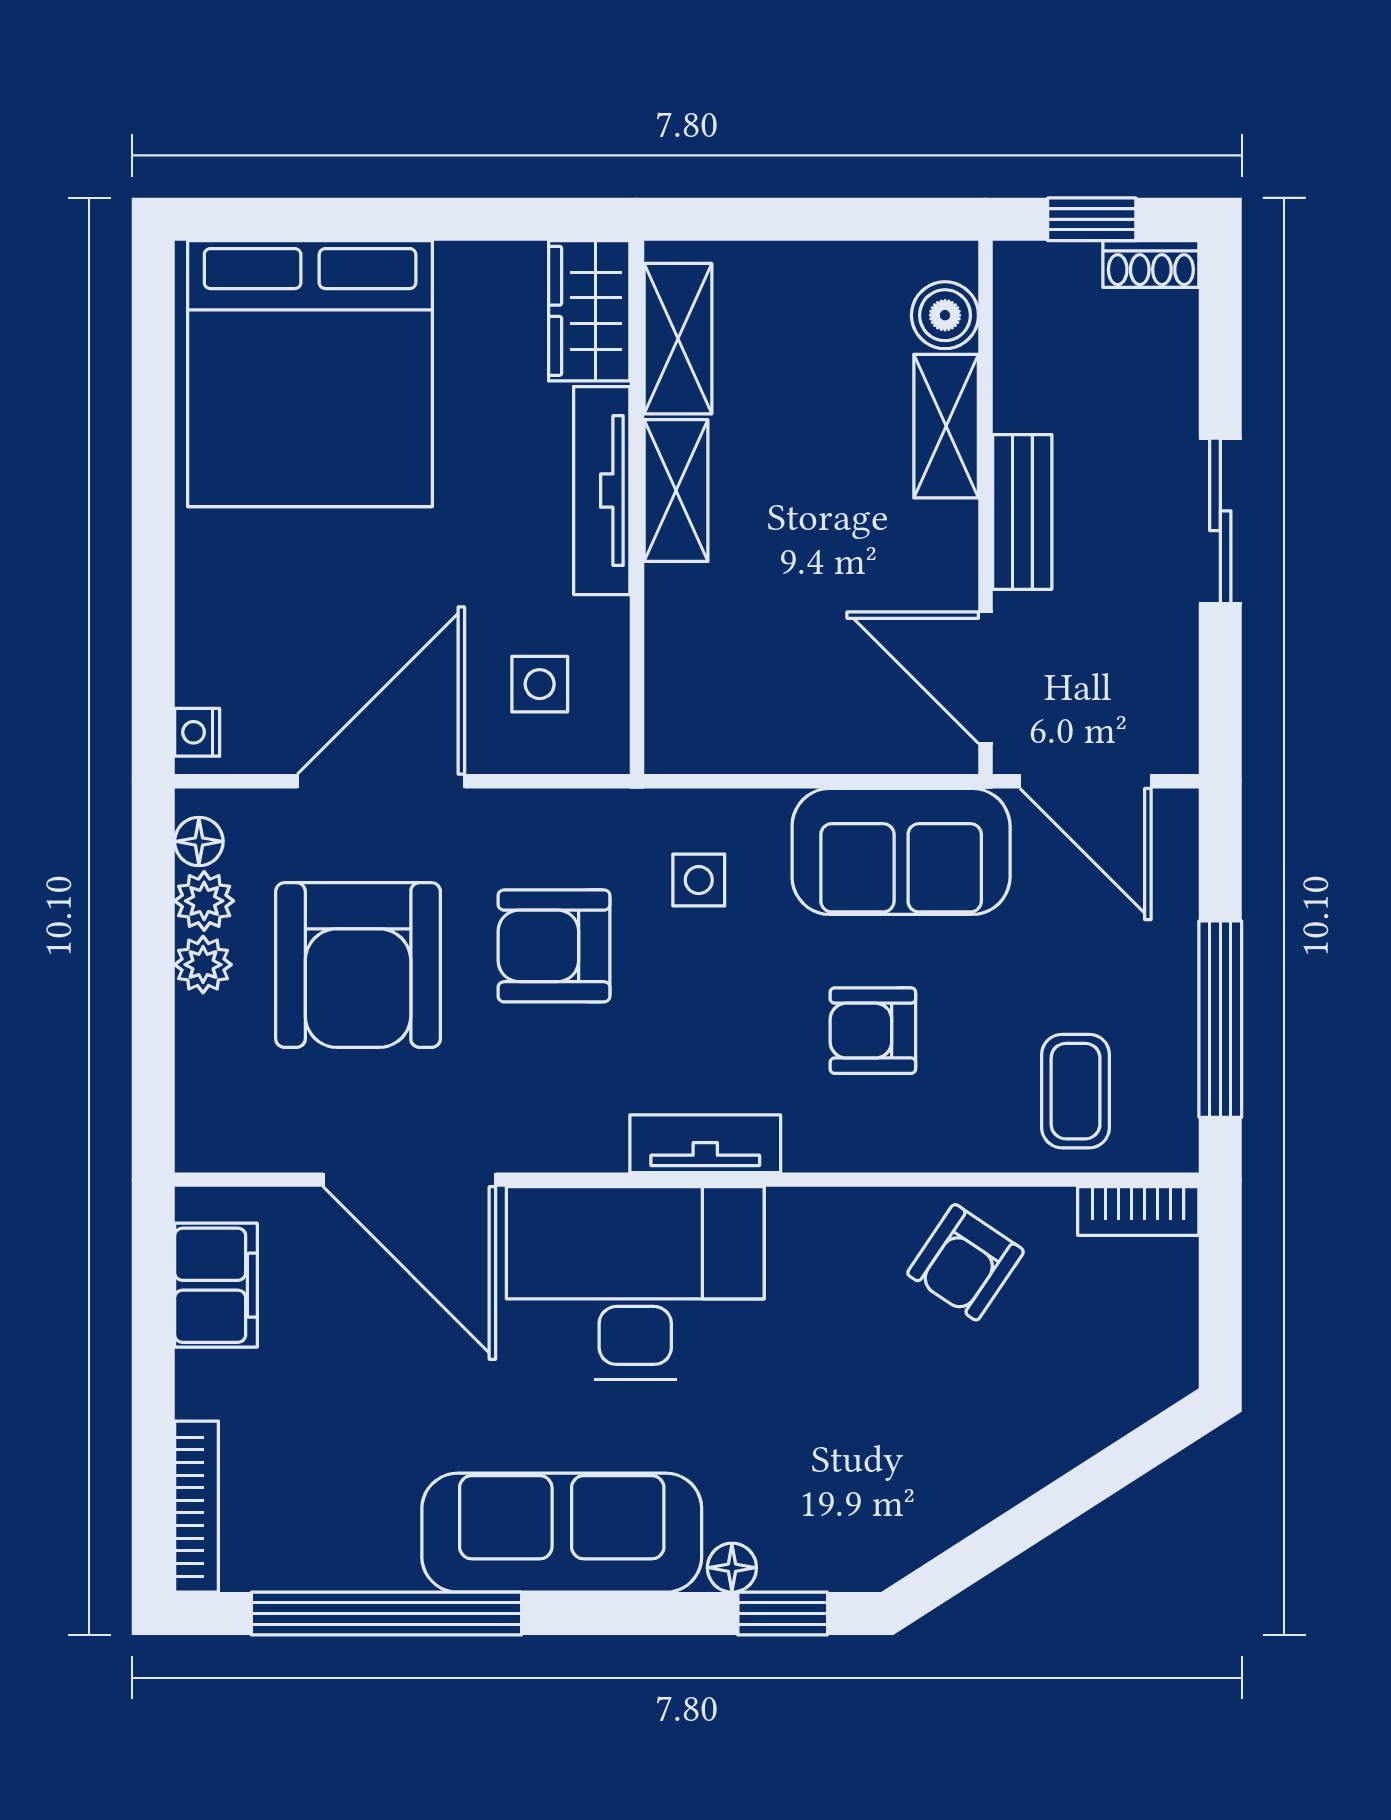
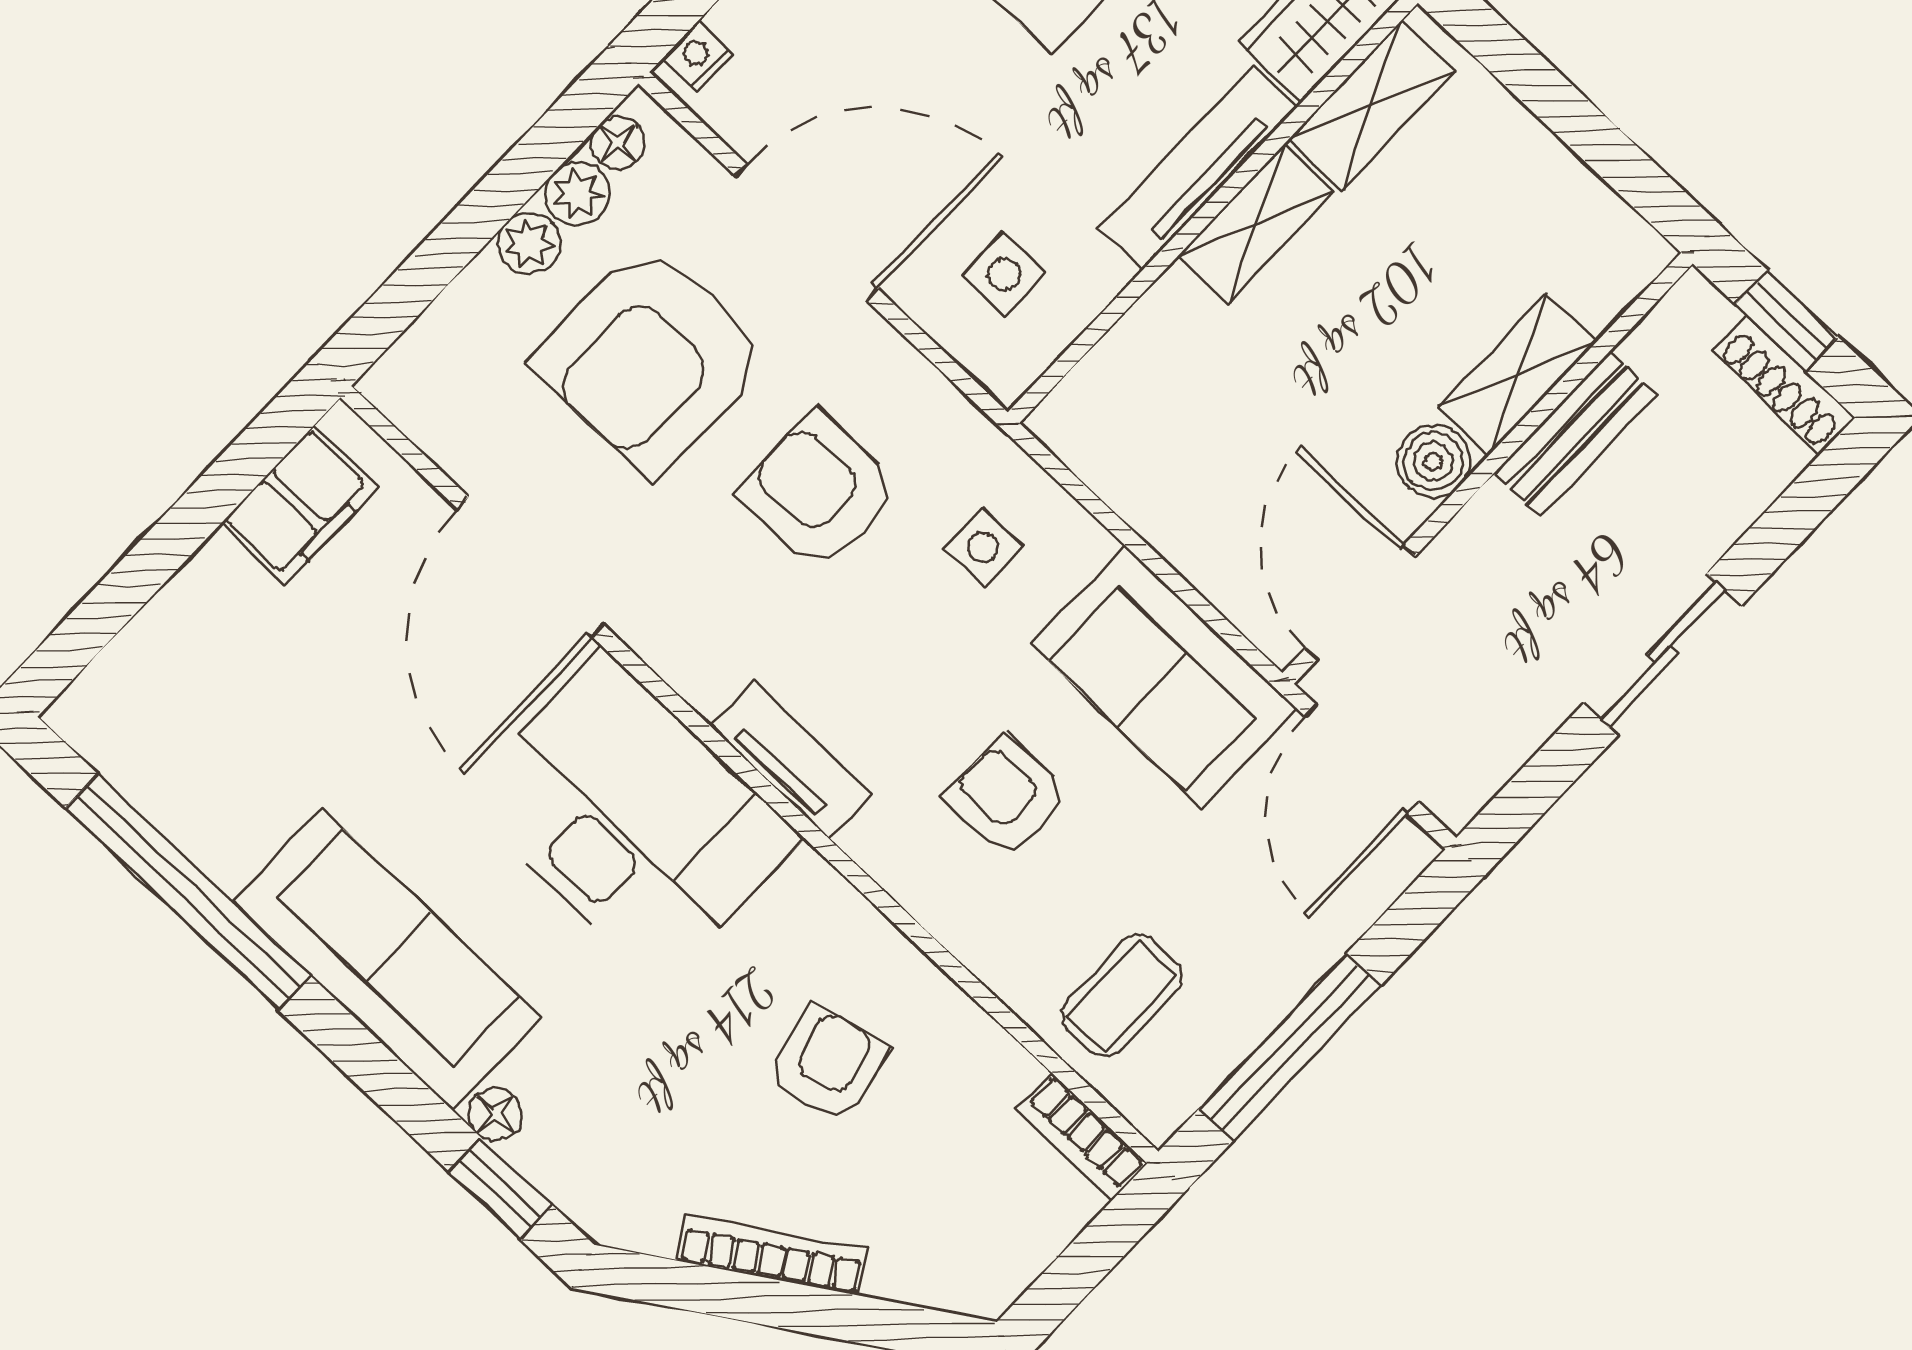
shoe rack: (1151, 264) -> (1784, 385), width x1.43
boiler: (945, 315) -> (1433, 461), moved
bench: (1022, 512) -> (1575, 434), moved
armchair: (965, 1262) -> (828, 1065), moved, turned 132
bookcase: (197, 1507) -> (772, 1255), moved, turned -123

